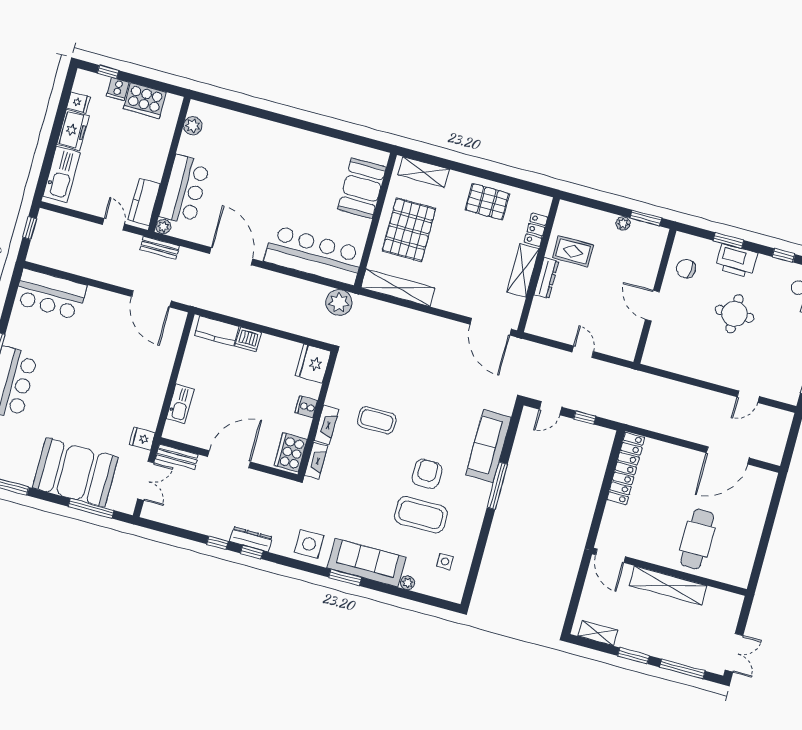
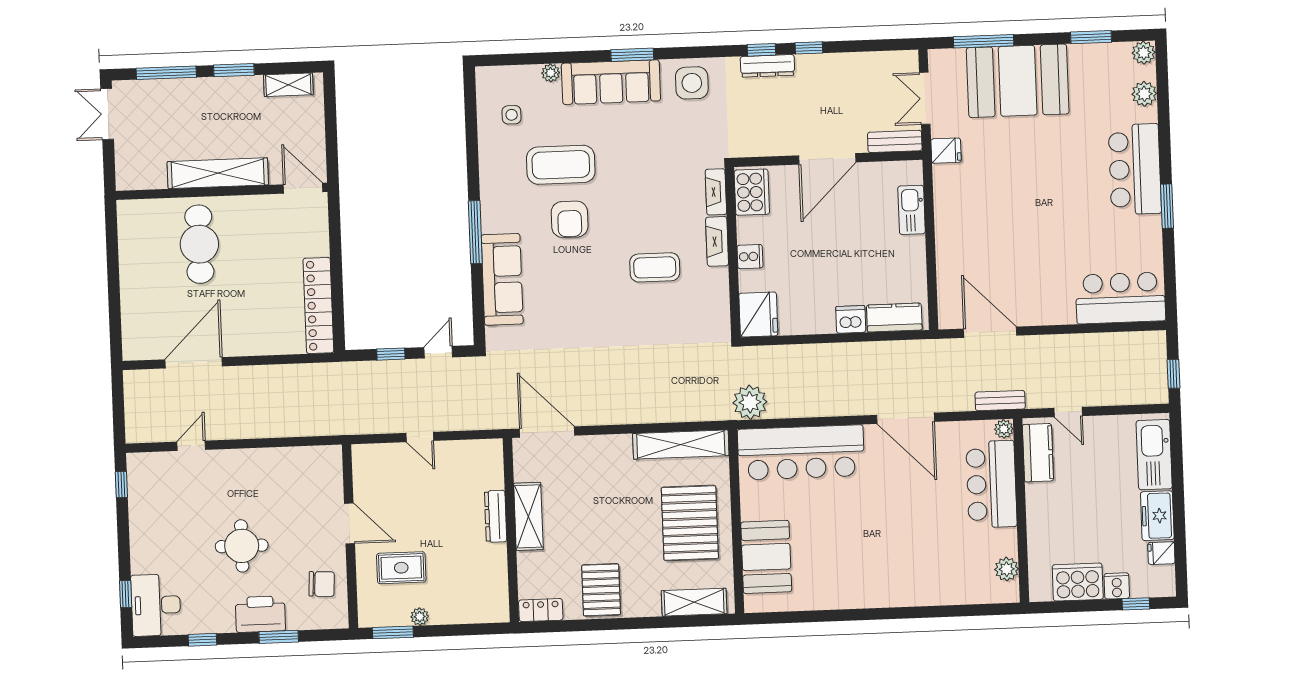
pallet: (487, 202) -> (601, 590), turned 90
locker: (536, 230) -> (541, 610), moved, turned -90
rug: (573, 251) -> (401, 568), moved

